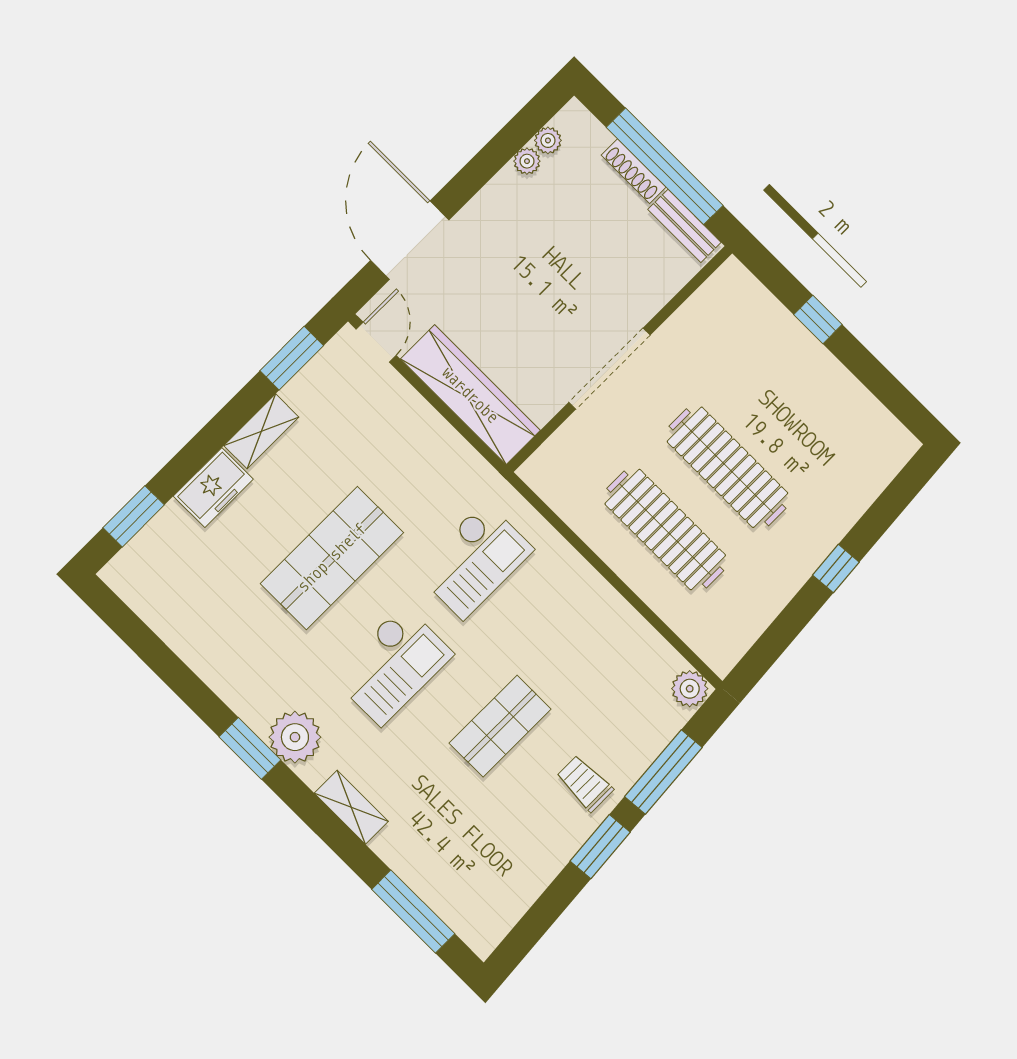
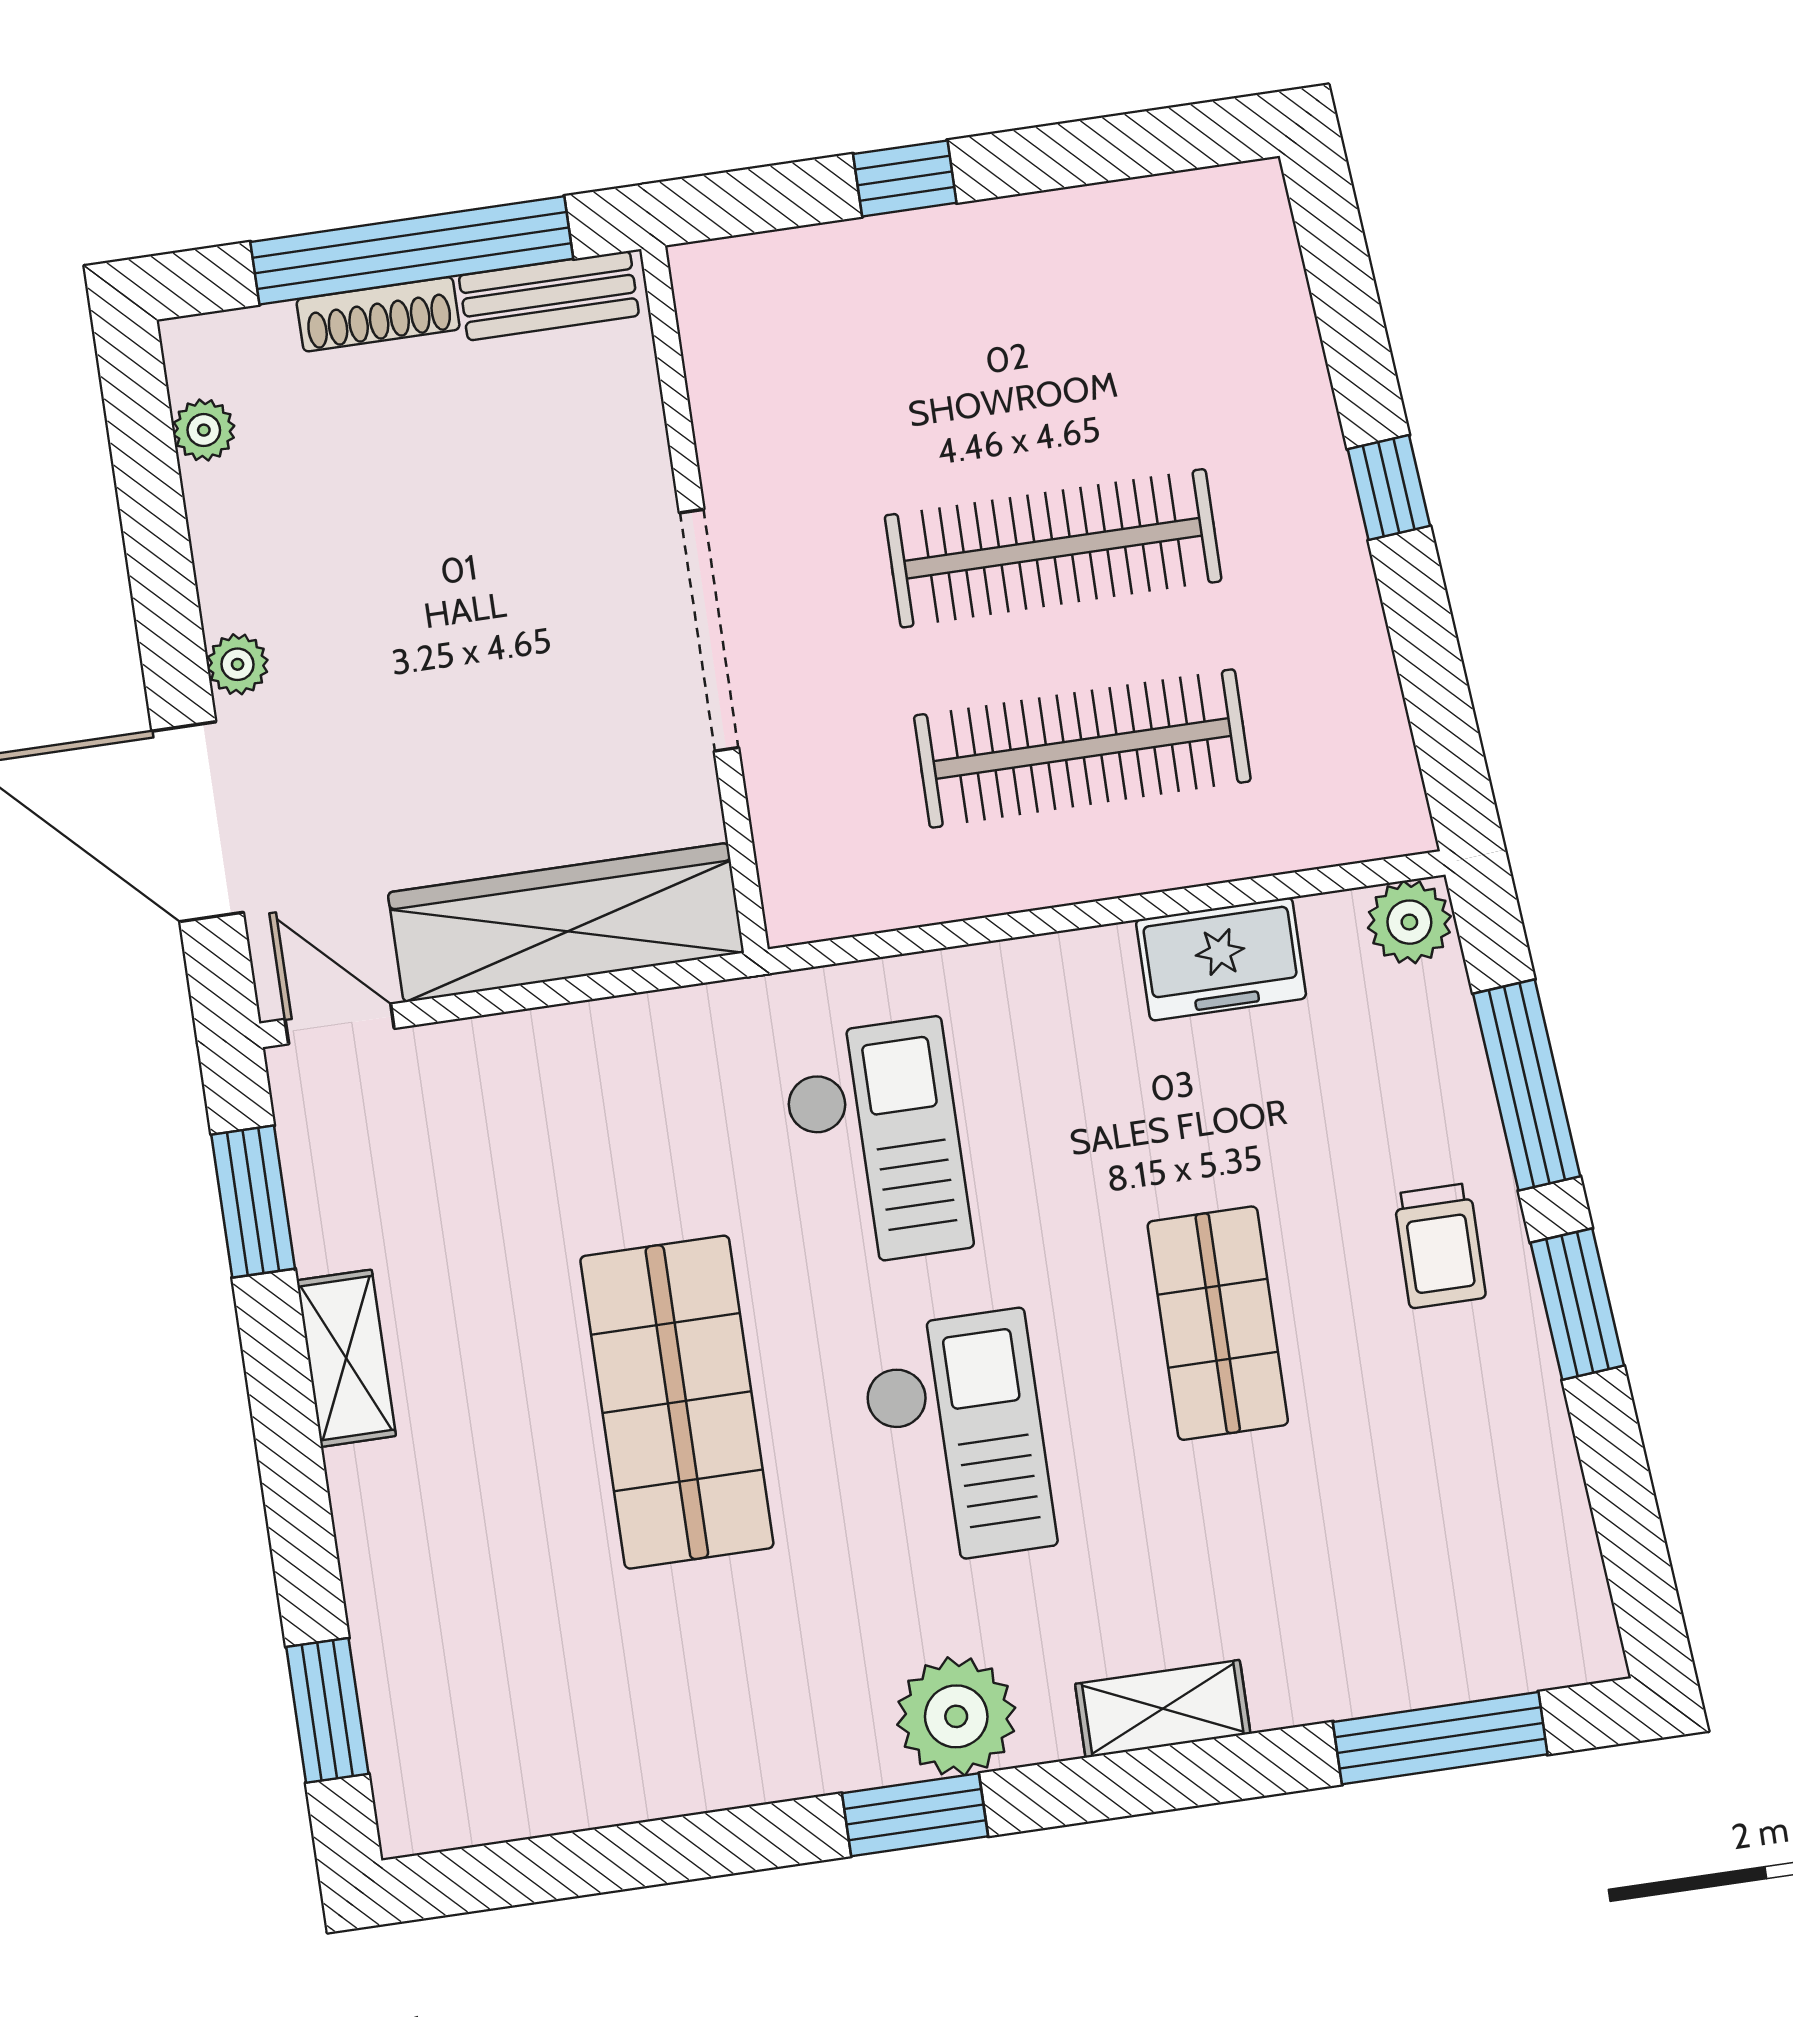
plant: (527, 161) -> (238, 664), moved
freezer: (213, 488) -> (1221, 959), moved, turned 90
trolley: (585, 783) -> (1440, 1246), turned -90

